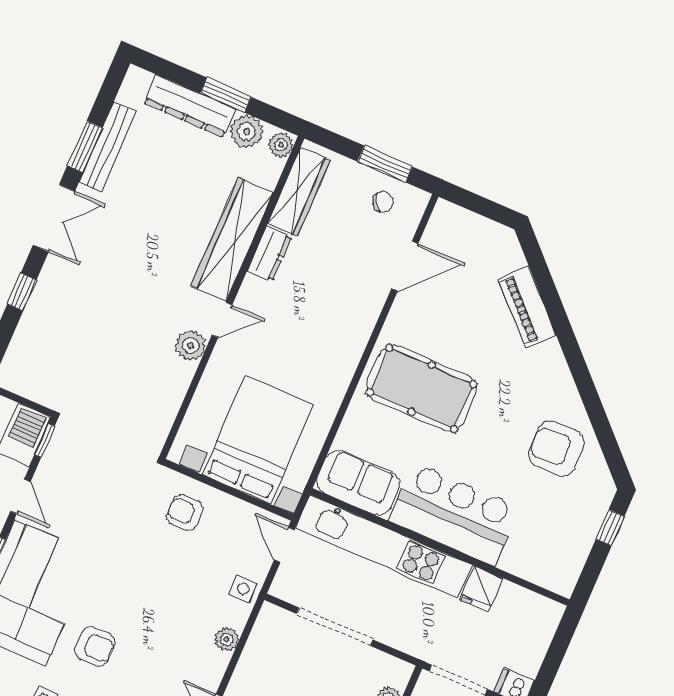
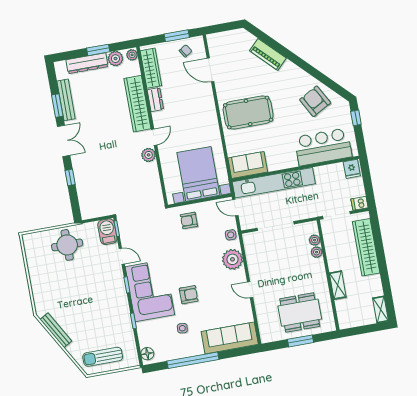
door: (405, 266) -> (210, 70), swing flipped
armchair: (556, 449) -> (315, 101), turned 61
bar counter: (454, 514) -> (323, 147), moved
fridge: (481, 589) -> (352, 169), moved
plant: (227, 639) -> (232, 259), width x1.88, depth x1.88

